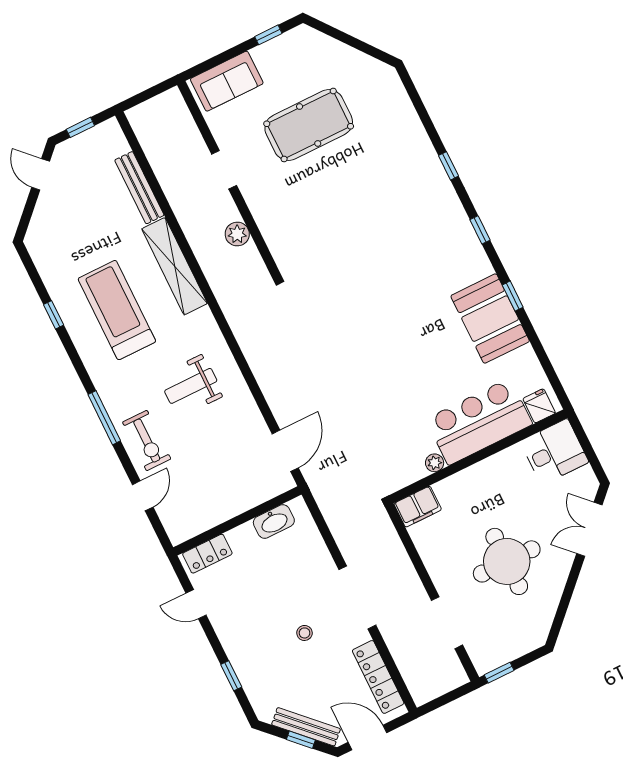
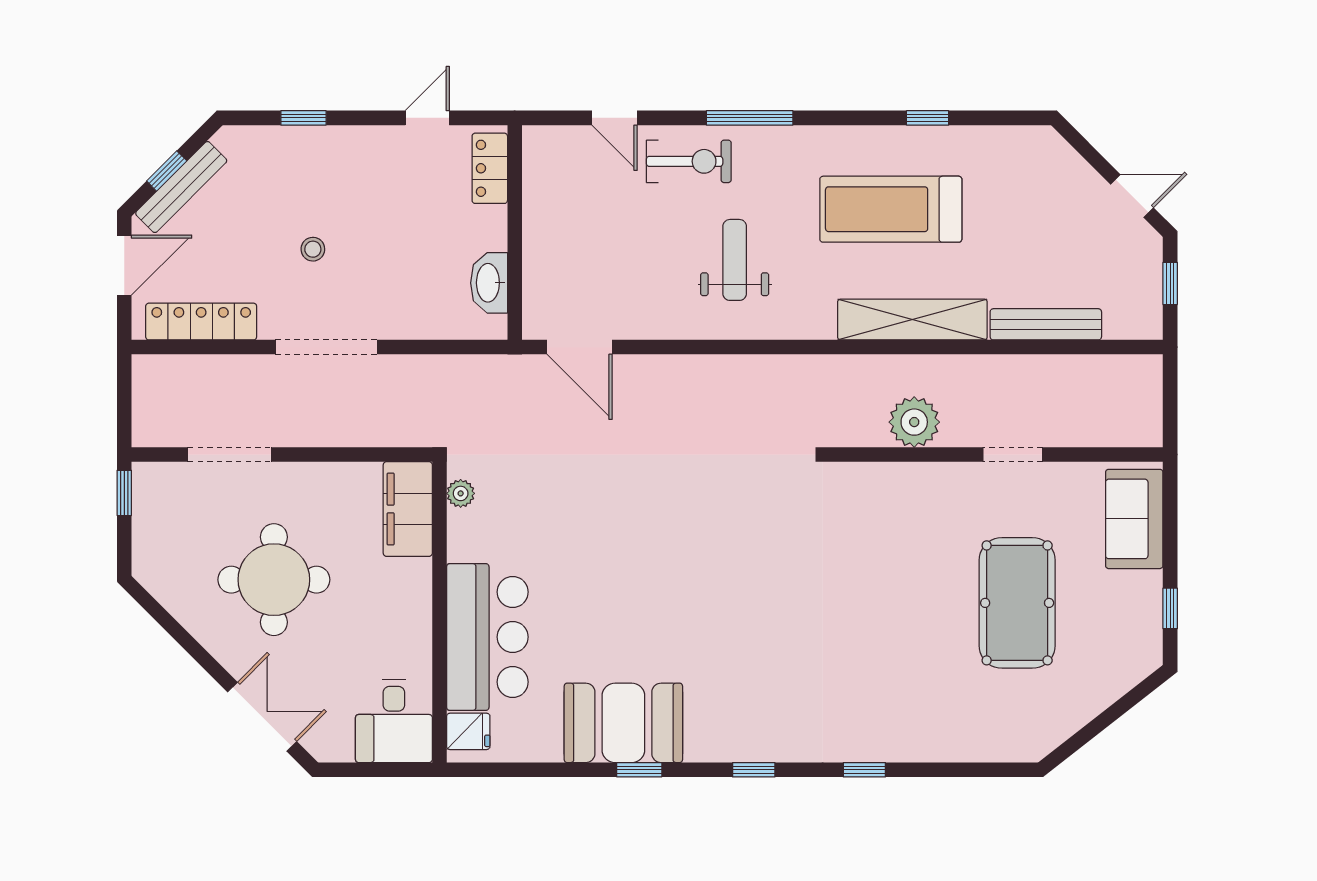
plant: (237, 234) -> (914, 422), width x1.36, depth x1.36
treadmill: (117, 310) -> (891, 209), turned 180
exercise bike: (147, 441) -> (689, 161), turned 180
plant: (435, 463) -> (461, 493), moved
filing cabinet: (418, 507) -> (408, 509), width x1.50, depth x1.17

